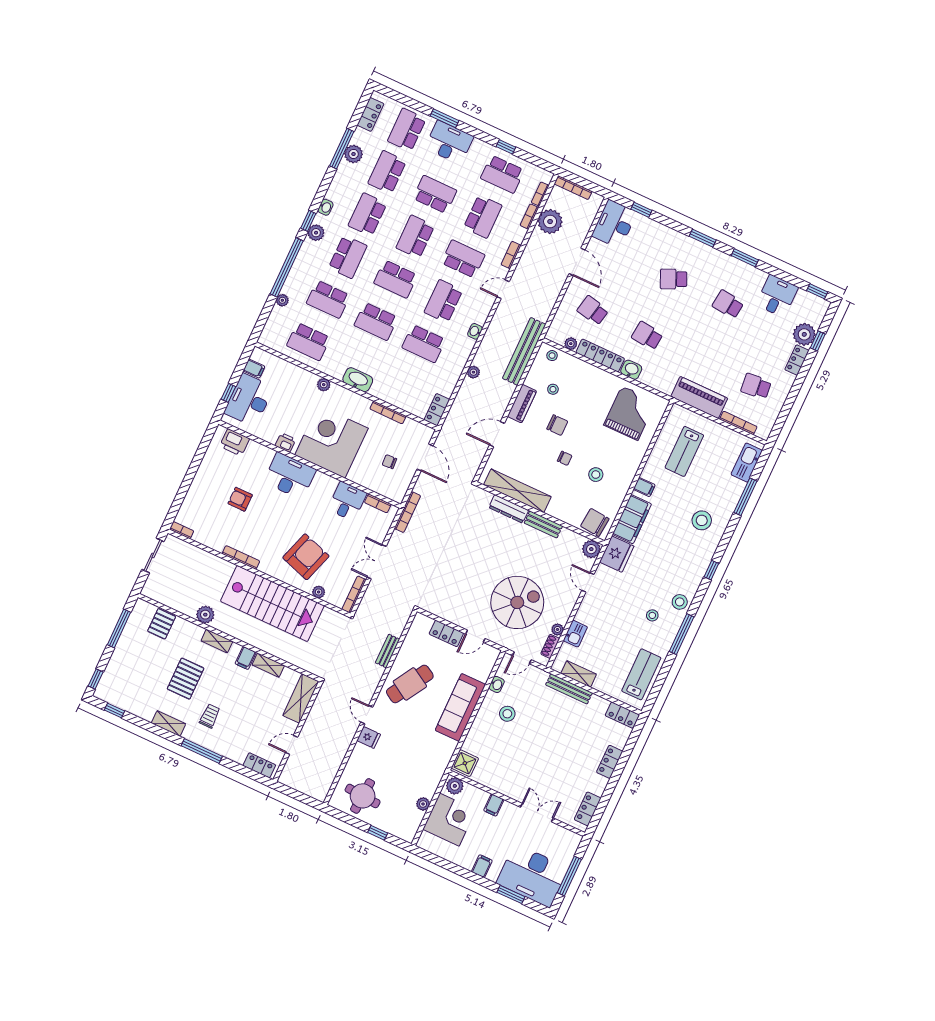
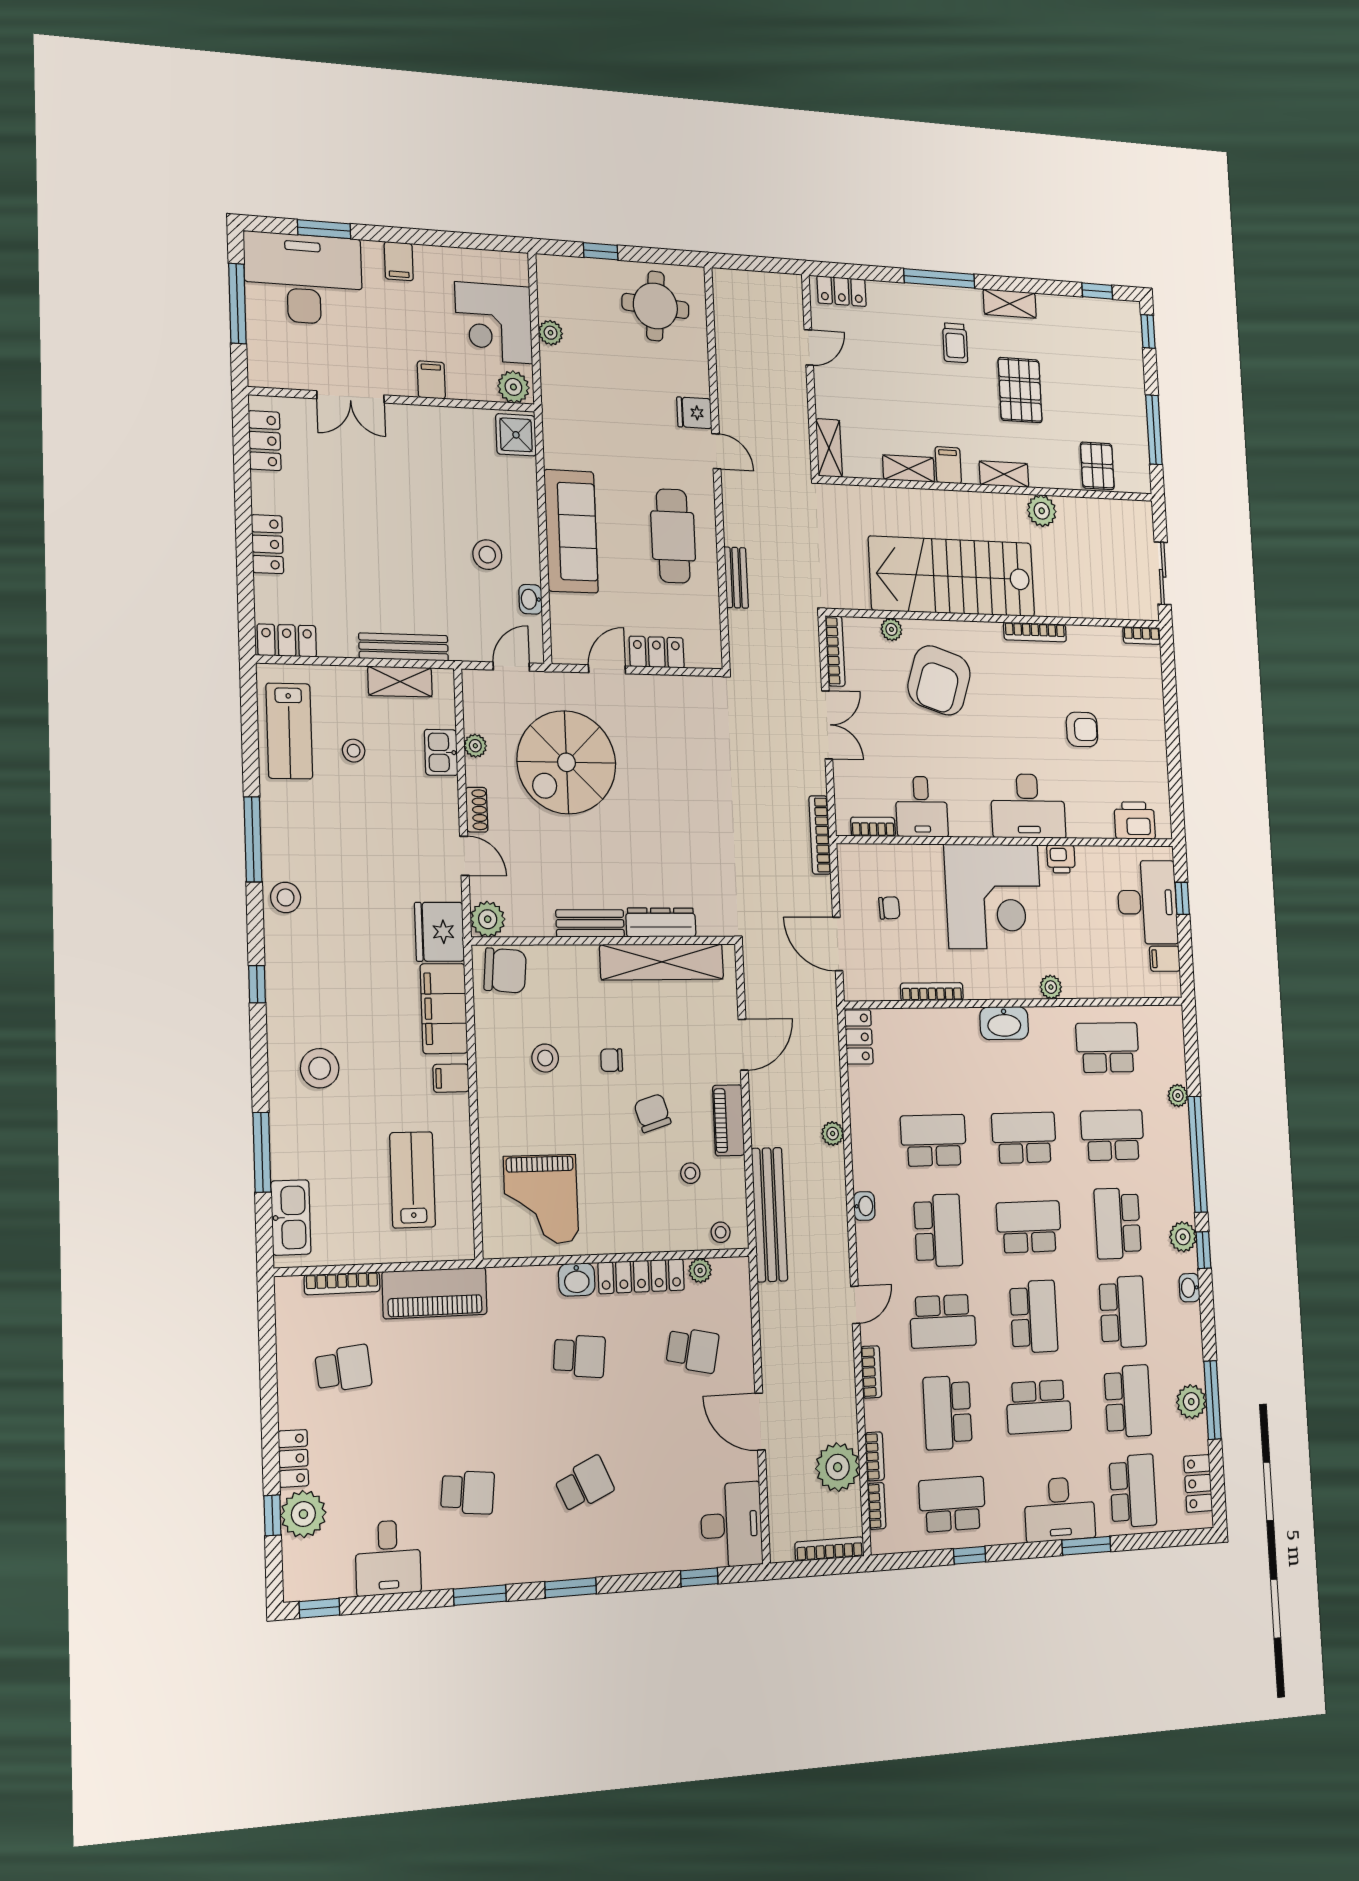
chair: (557, 425) -> (652, 1113), turned 73
stool: (652, 615) -> (354, 751), moved
shoe rack: (550, 646) -> (477, 810), moved
cafe table: (410, 684) -> (673, 536), turned -31
shelving: (301, 698) -> (829, 448), width x0.67, depth x0.75

